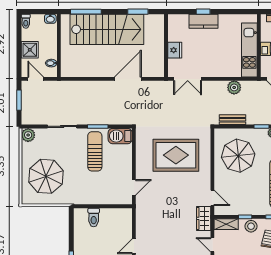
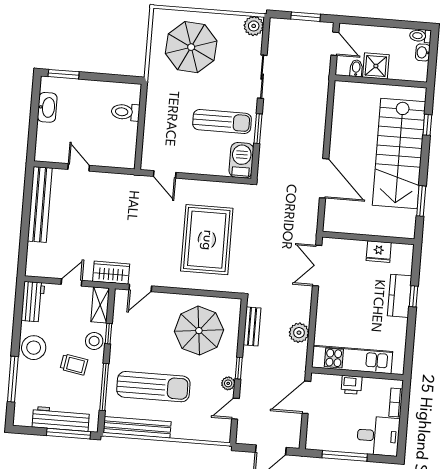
window: (86, 12) -> (427, 125), width x0.46
washbasin: (50, 19) -> (423, 52), moved
shower: (30, 50) -> (376, 66), moved
fridge: (175, 50) -> (379, 252), moved
door: (36, 79) -> (335, 44), hinge flipped

